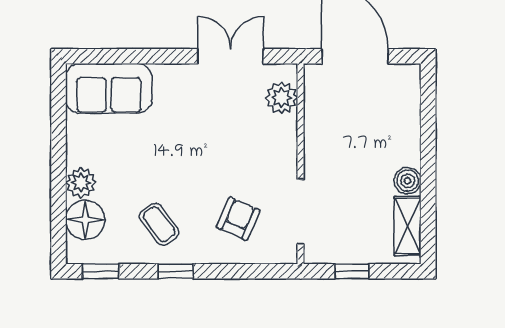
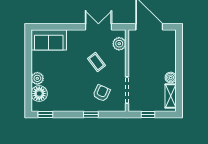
coffee table: (159, 224) -> (96, 62), moved
window: (176, 271) -> (91, 114), moved

